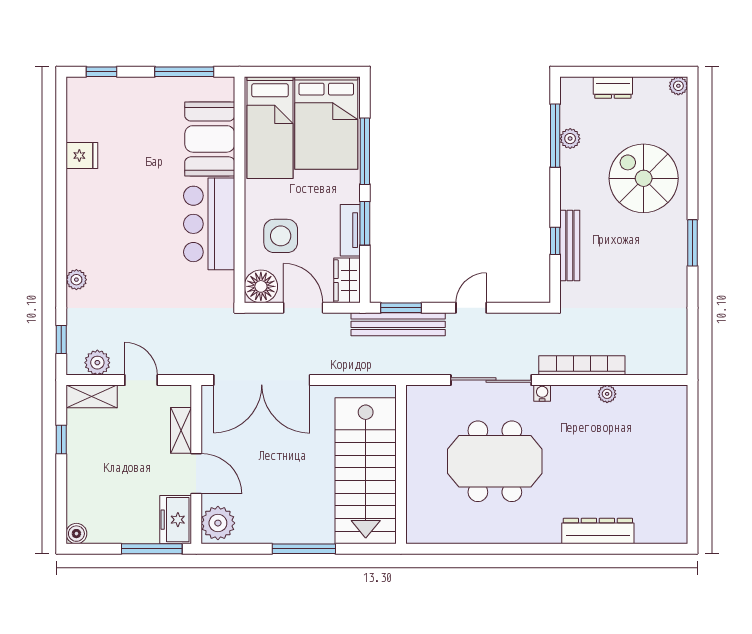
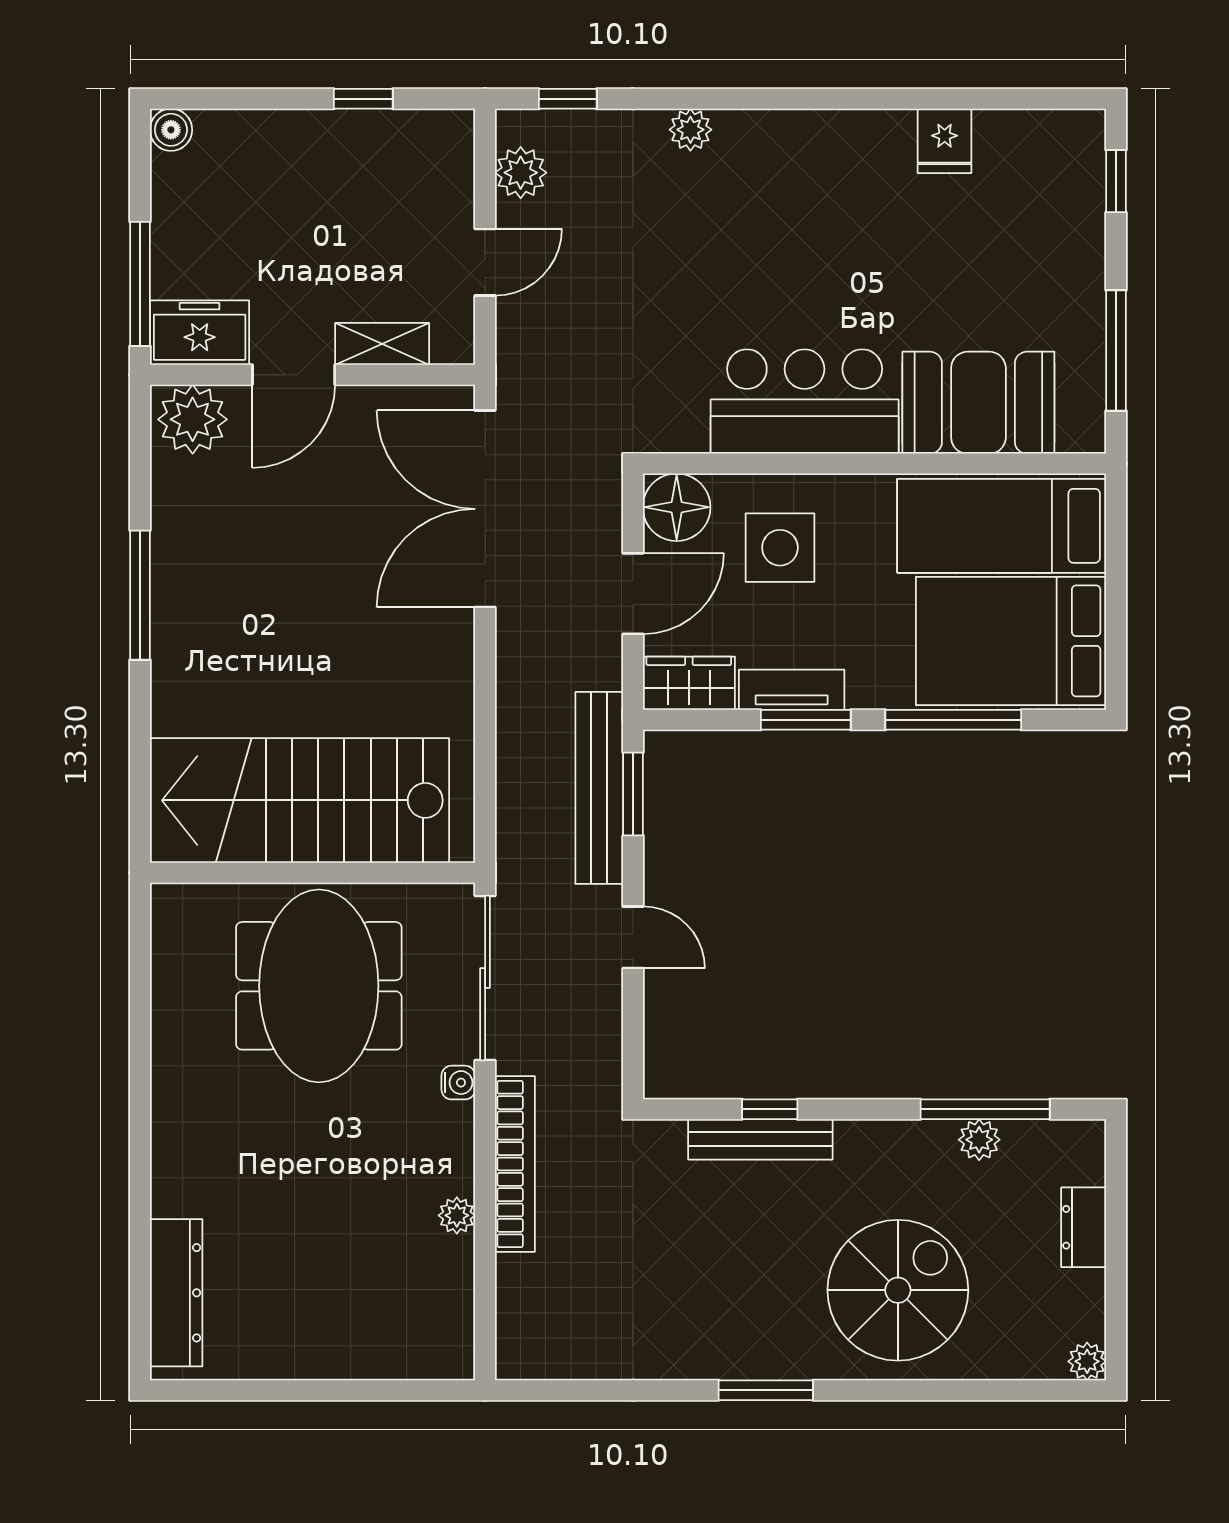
shelving: (92, 396) -> (452, 161), removed
wall: (401, 464) -> (313, 873), moved
stairs: (366, 471) -> (300, 800), moved
dresser: (598, 531) -> (176, 1293), moved

